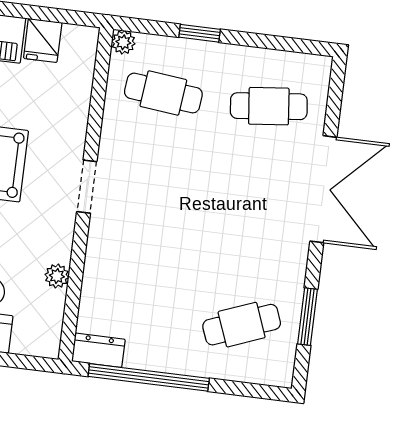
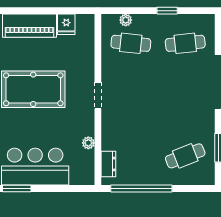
window: (200, 33) -> (167, 11), moved
plant: (123, 42) -> (126, 20), moved
dresser: (98, 350) -> (108, 164), moved, turned 90

